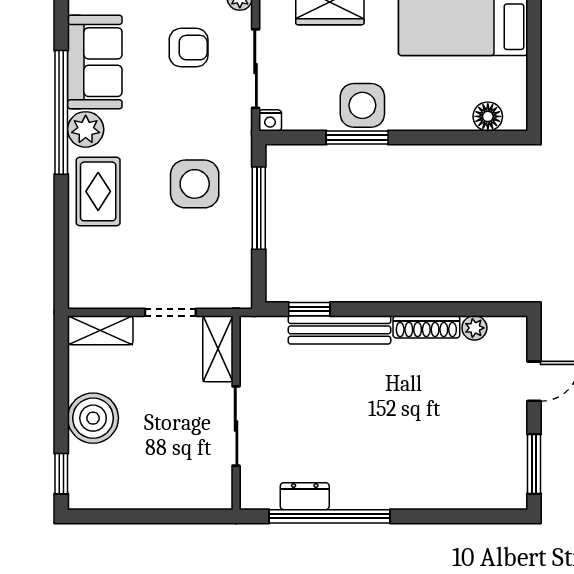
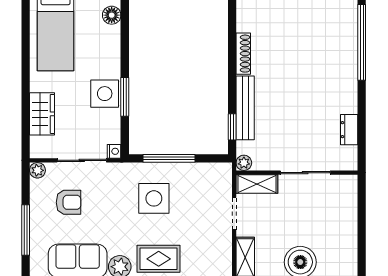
armchair: (189, 48) -> (69, 202), turned 90
plant: (474, 328) -> (244, 163), moved
window: (330, 516) -> (362, 42), moved

